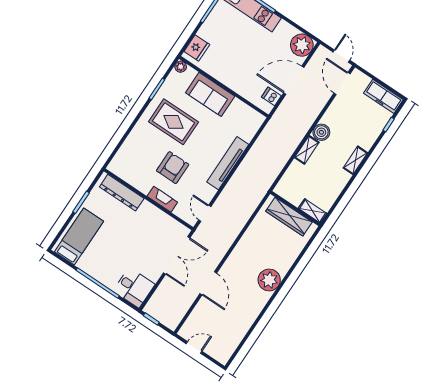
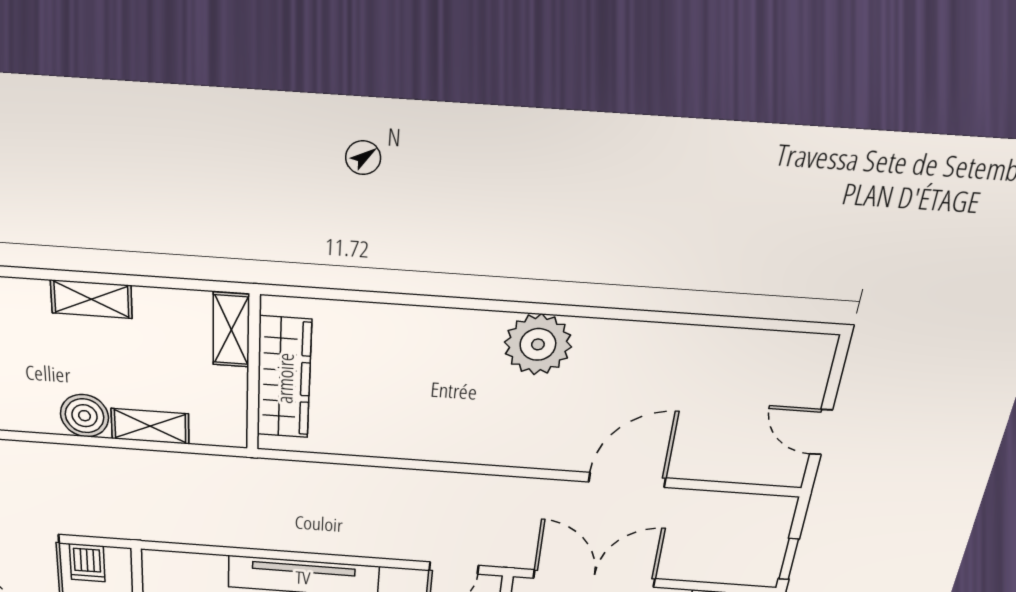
wall: (295, 209) -> (253, 374), moved
shelving: (313, 211) -> (231, 330), moved
wardrobe: (289, 217) -> (284, 378), moved

